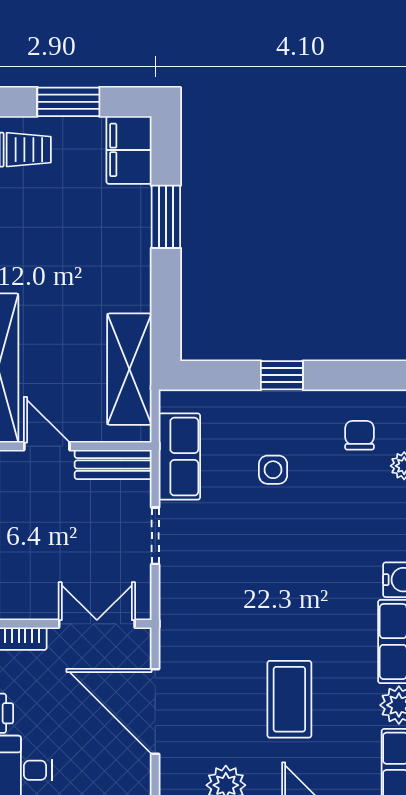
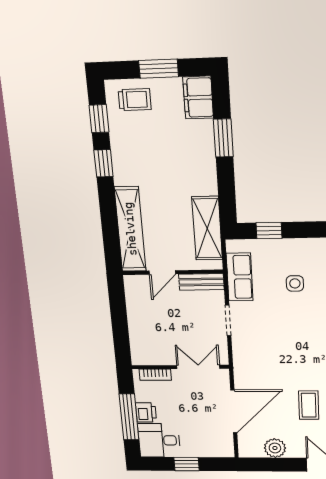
window: (282, 375) -> (269, 231), moved
door: (47, 446) -> (162, 272), swing flipped
coffee table: (289, 699) -> (309, 405), width x0.73, depth x0.77
door: (155, 711) -> (234, 411), swing flipped

